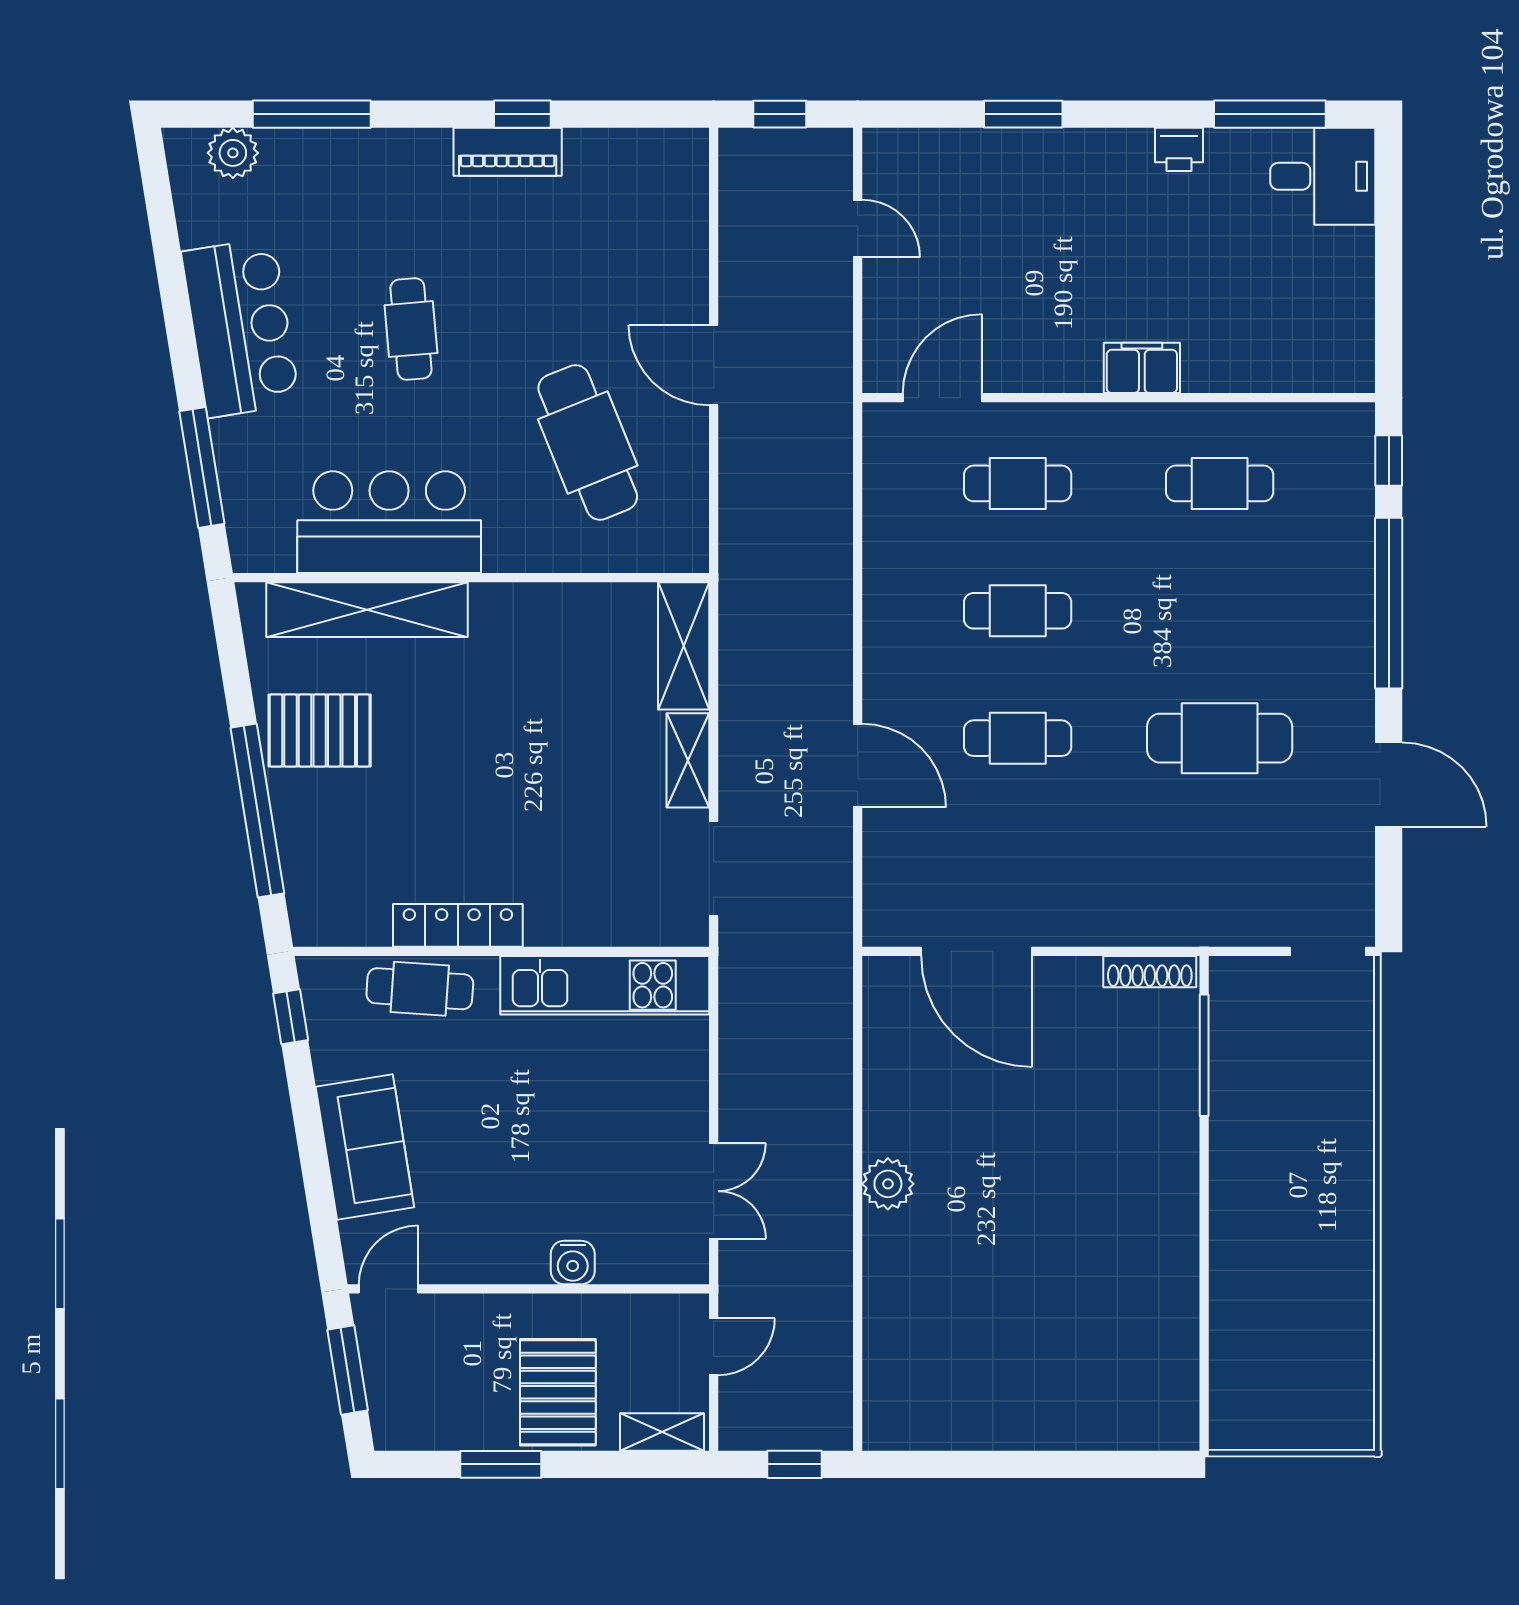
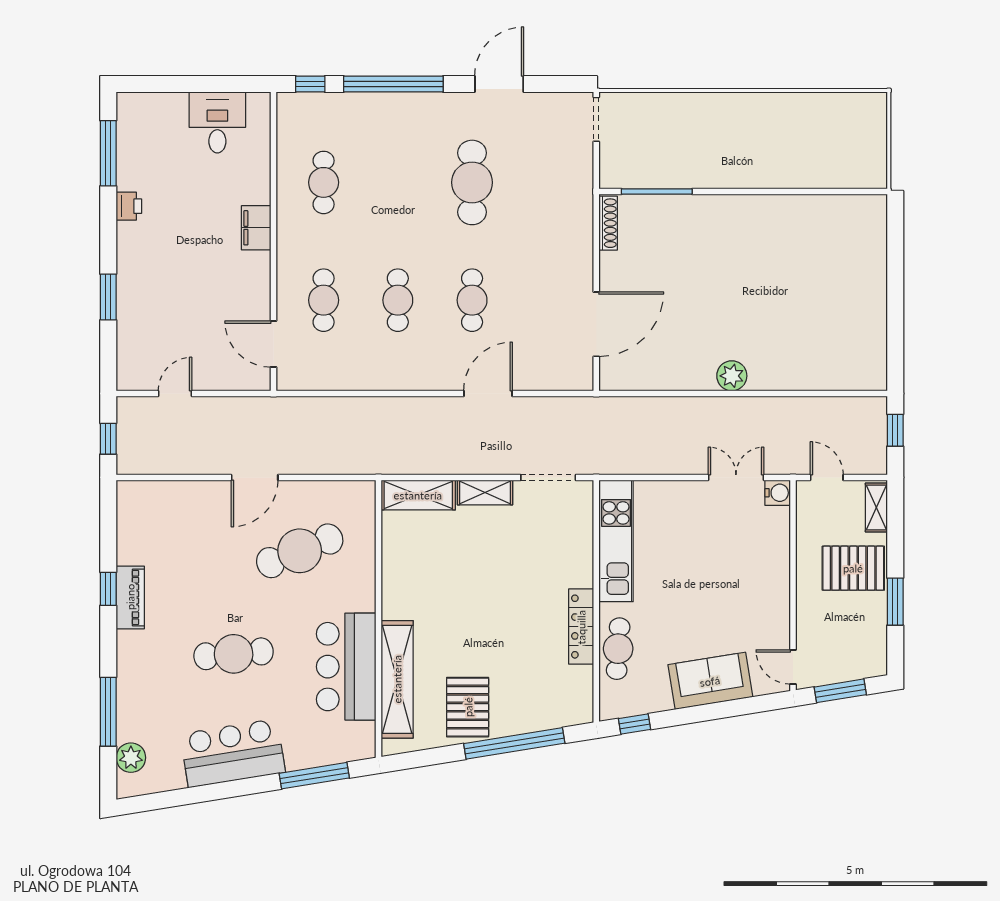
desk: (1323, 176) -> (217, 122), moved
cafe table: (411, 329) -> (234, 654), width x1.37, depth x1.35
water cooler: (573, 1262) -> (778, 493), moved

